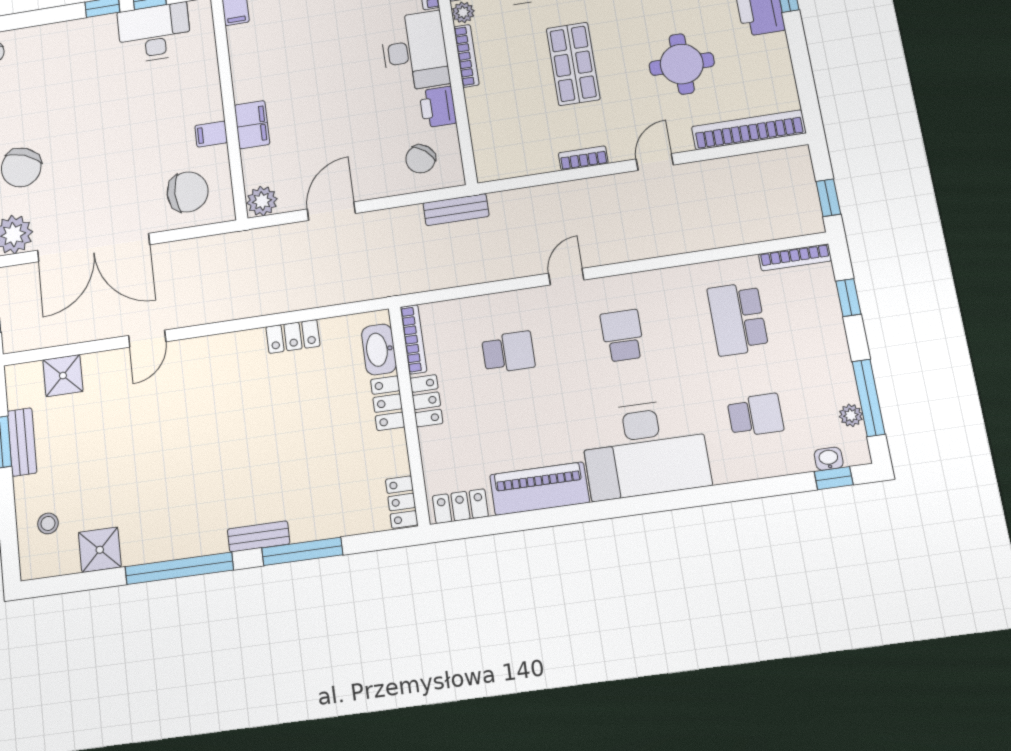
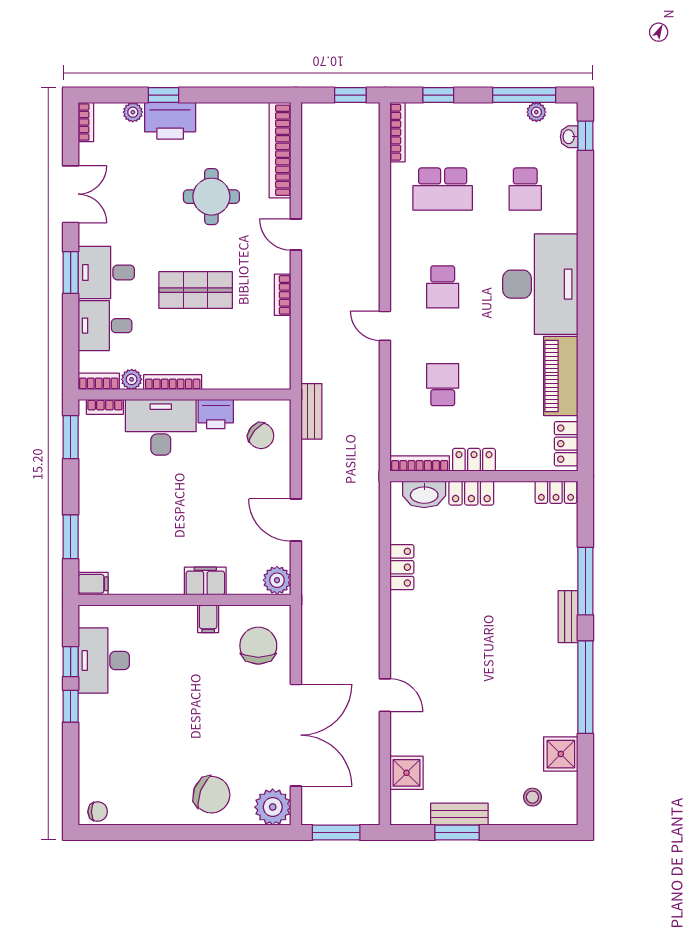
school desk: (622, 336) -> (443, 287), turned -90
school desk: (755, 415) -> (525, 189), turned 180

